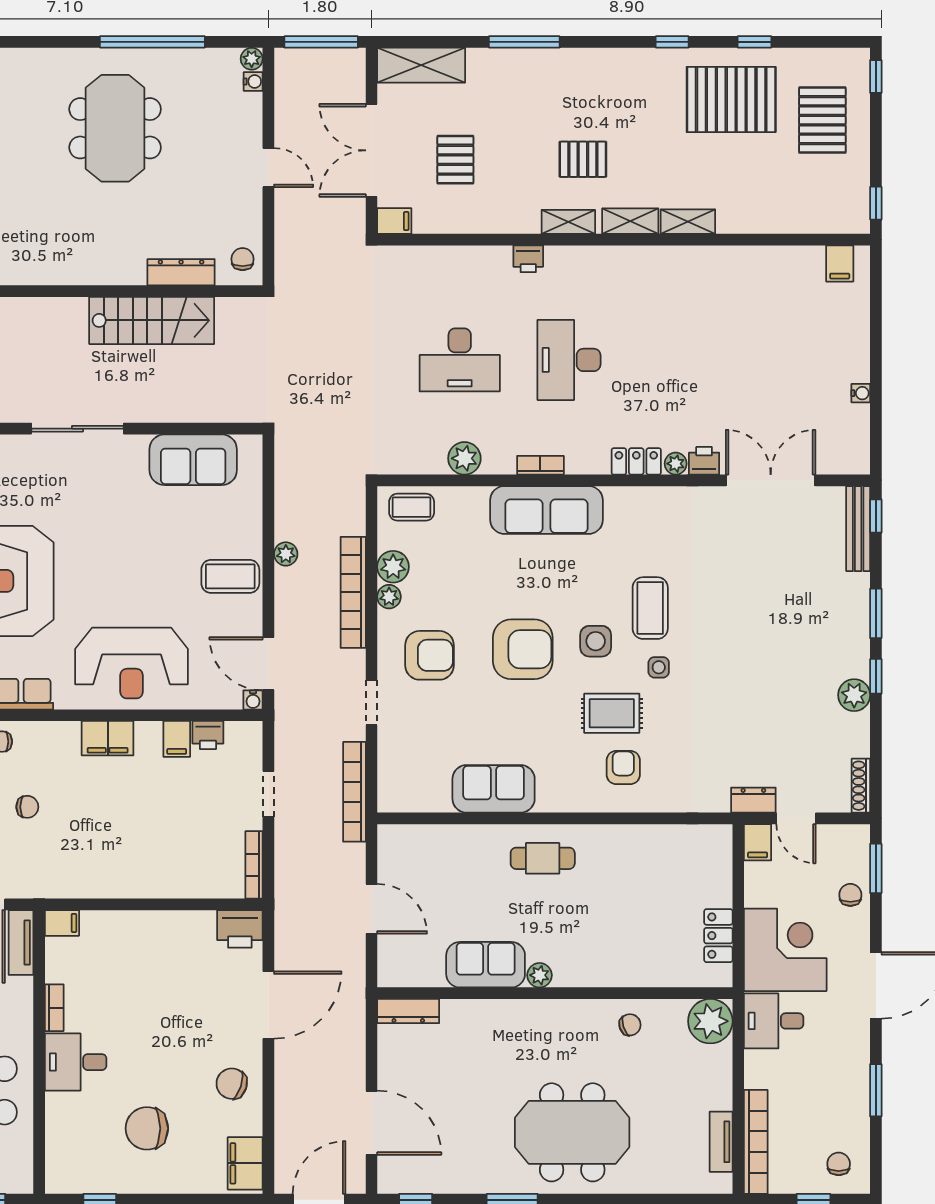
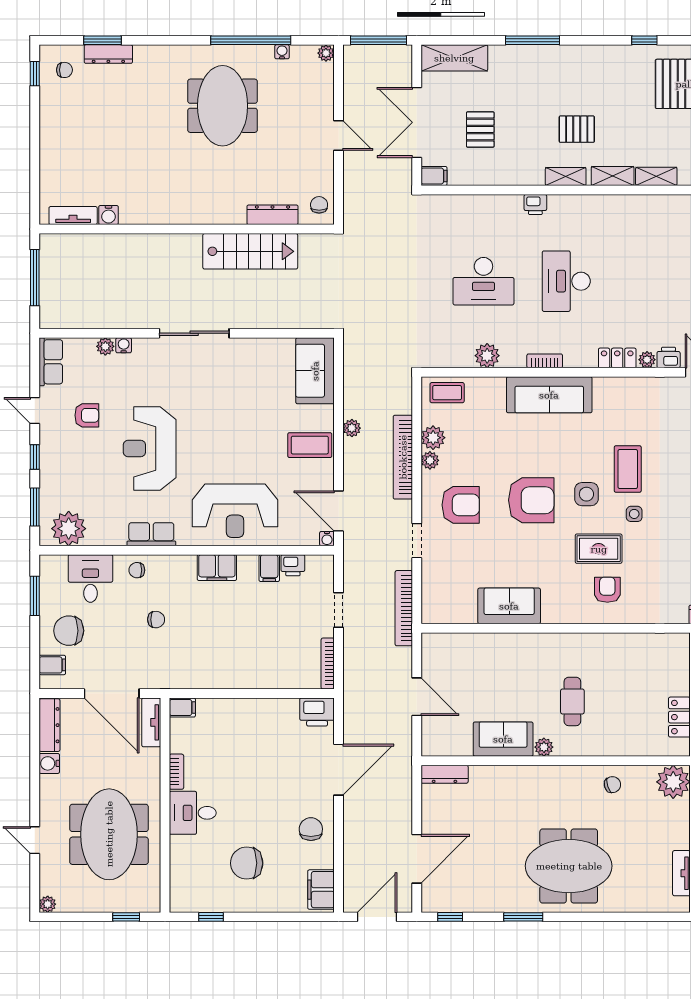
water cooler: (253, 81) -> (282, 52), moved, turned -90
sofa: (193, 460) -> (315, 371), moved, turned 90
cafe table: (543, 858) -> (572, 701), moved, turned 90
chair: (232, 1084) -> (311, 829), turned 72
door: (371, 1123) -> (417, 859), hinge flipped

